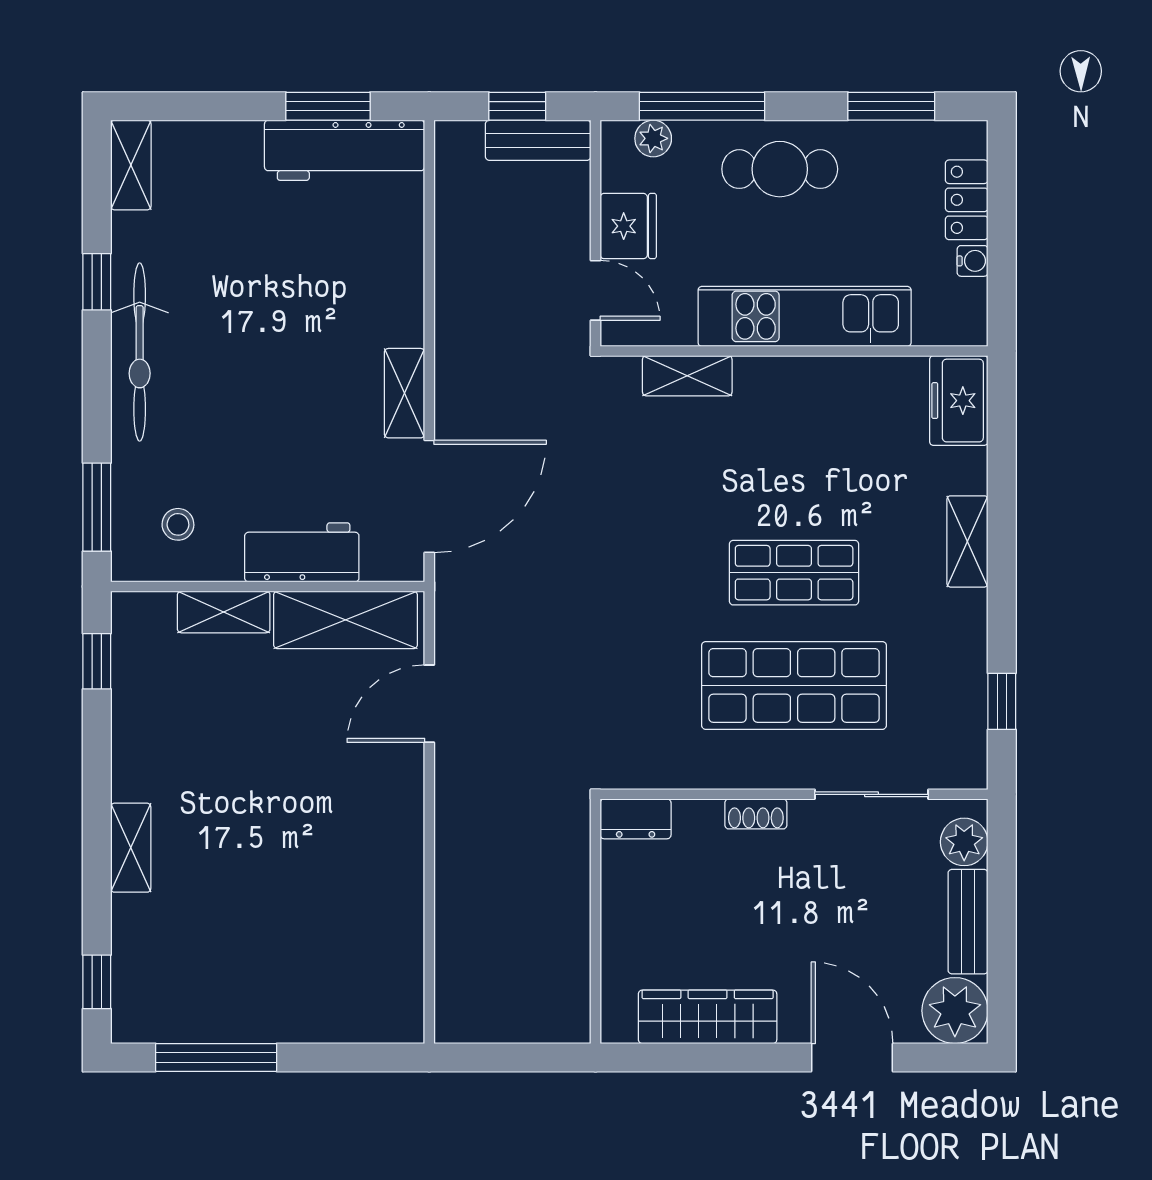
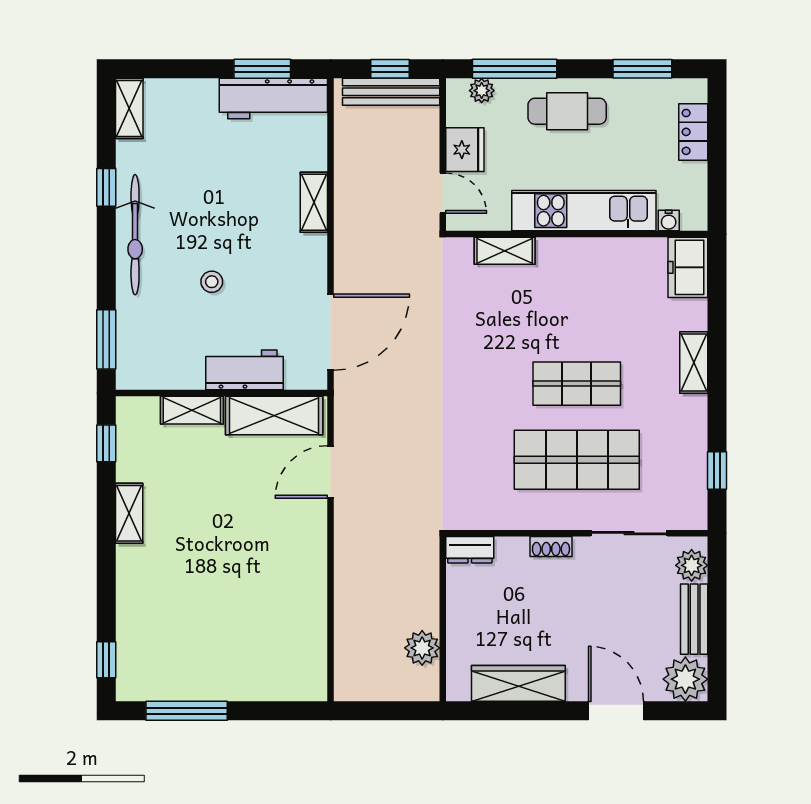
bench: (538, 140) -> (391, 92), width x1.36
water cooler: (973, 261) -> (669, 220), moved, turned 90
shelving: (405, 393) -> (314, 202), moved
stool: (178, 524) -> (212, 282), moved
shelving: (131, 848) -> (129, 513), moved
plant: (565, 964) -> (422, 648), added

